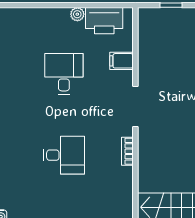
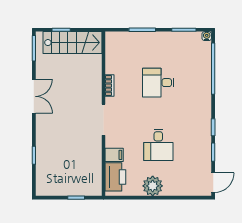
plant: (77, 14) -> (153, 186), width x1.88, depth x1.88
printer: (104, 21) -> (115, 177), moved, turned 90

